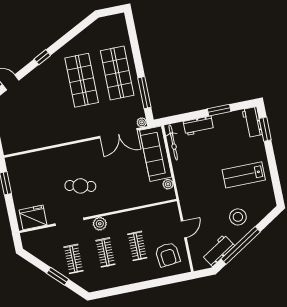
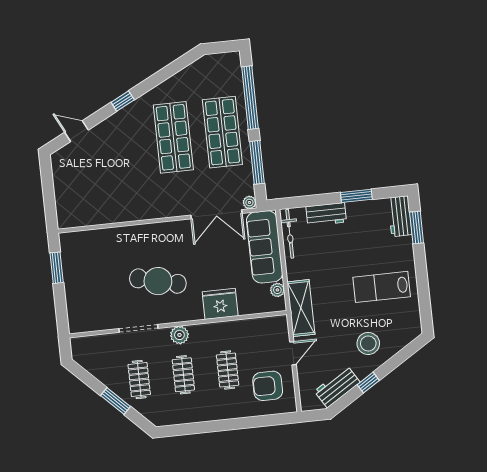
window: (135, 46) -> (250, 98), added
cafe table: (80, 186) -> (158, 281), width x1.37, depth x1.35
shelving: (186, 196) -> (301, 308), added
fridge: (33, 217) -> (220, 304), moved
window: (241, 245) -> (368, 383), width x0.32
armchair: (168, 255) -> (268, 386), turned 96

